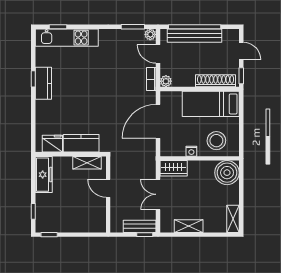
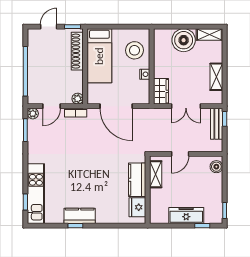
bench: (194, 36) -> (34, 71), removed
boiler: (227, 173) -> (184, 40), moved
freezer: (44, 175) -> (186, 216), moved
boiler: (95, 226) -> (216, 167), added

